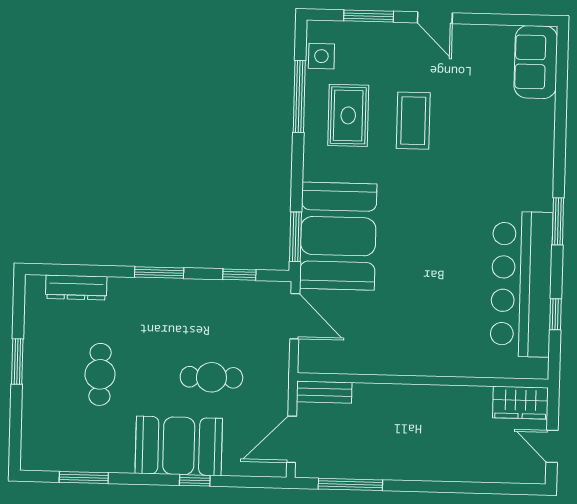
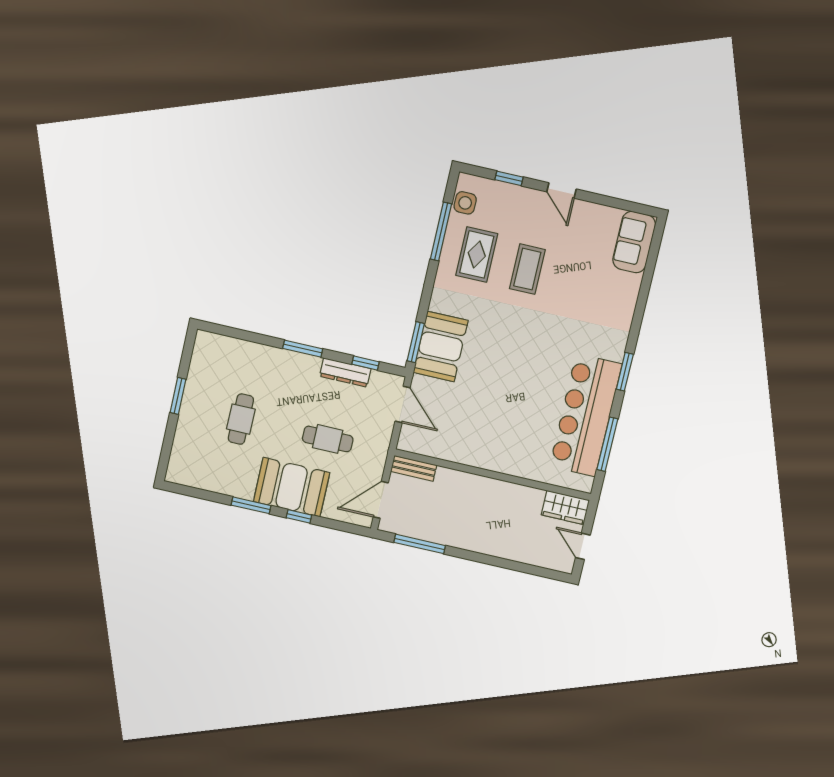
window: (369, 16) -> (509, 178), width x0.67
booth: (338, 236) -> (441, 346), width x0.73, depth x0.70
dresser: (76, 287) -> (345, 372), moved
window: (555, 314) -> (607, 444), width x2.17
window: (84, 477) -> (251, 505), moved

